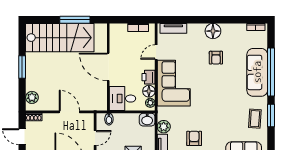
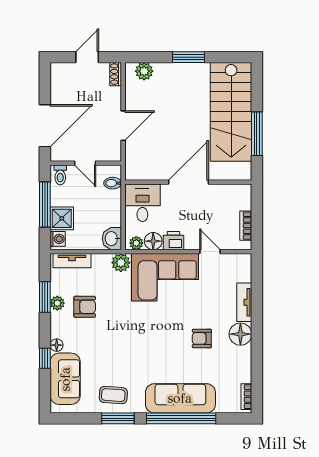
tv unit: (173, 28) -> (244, 302), moved
plant: (164, 127) -> (121, 263), moved

